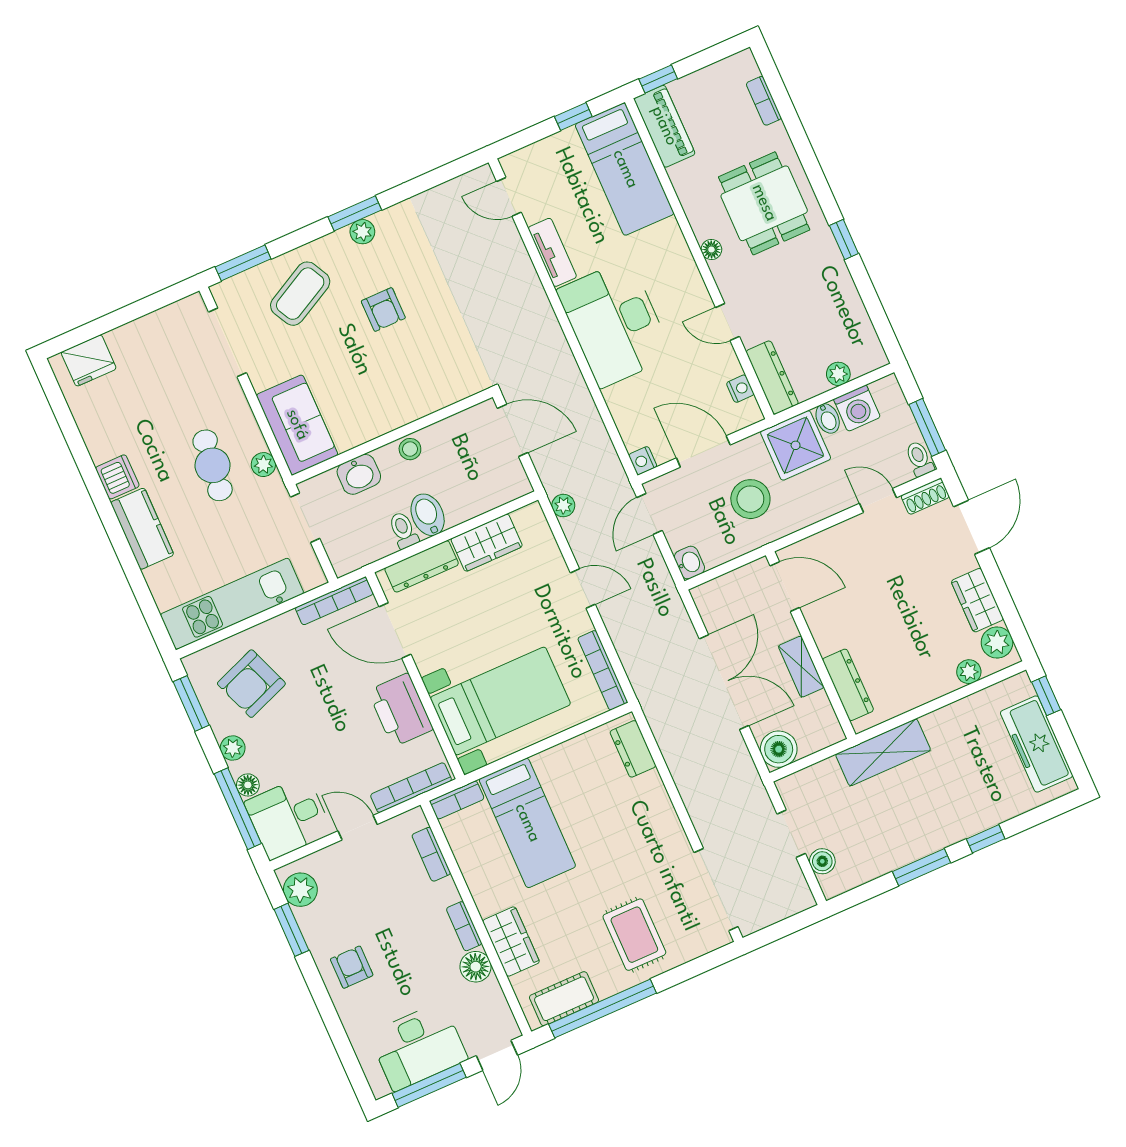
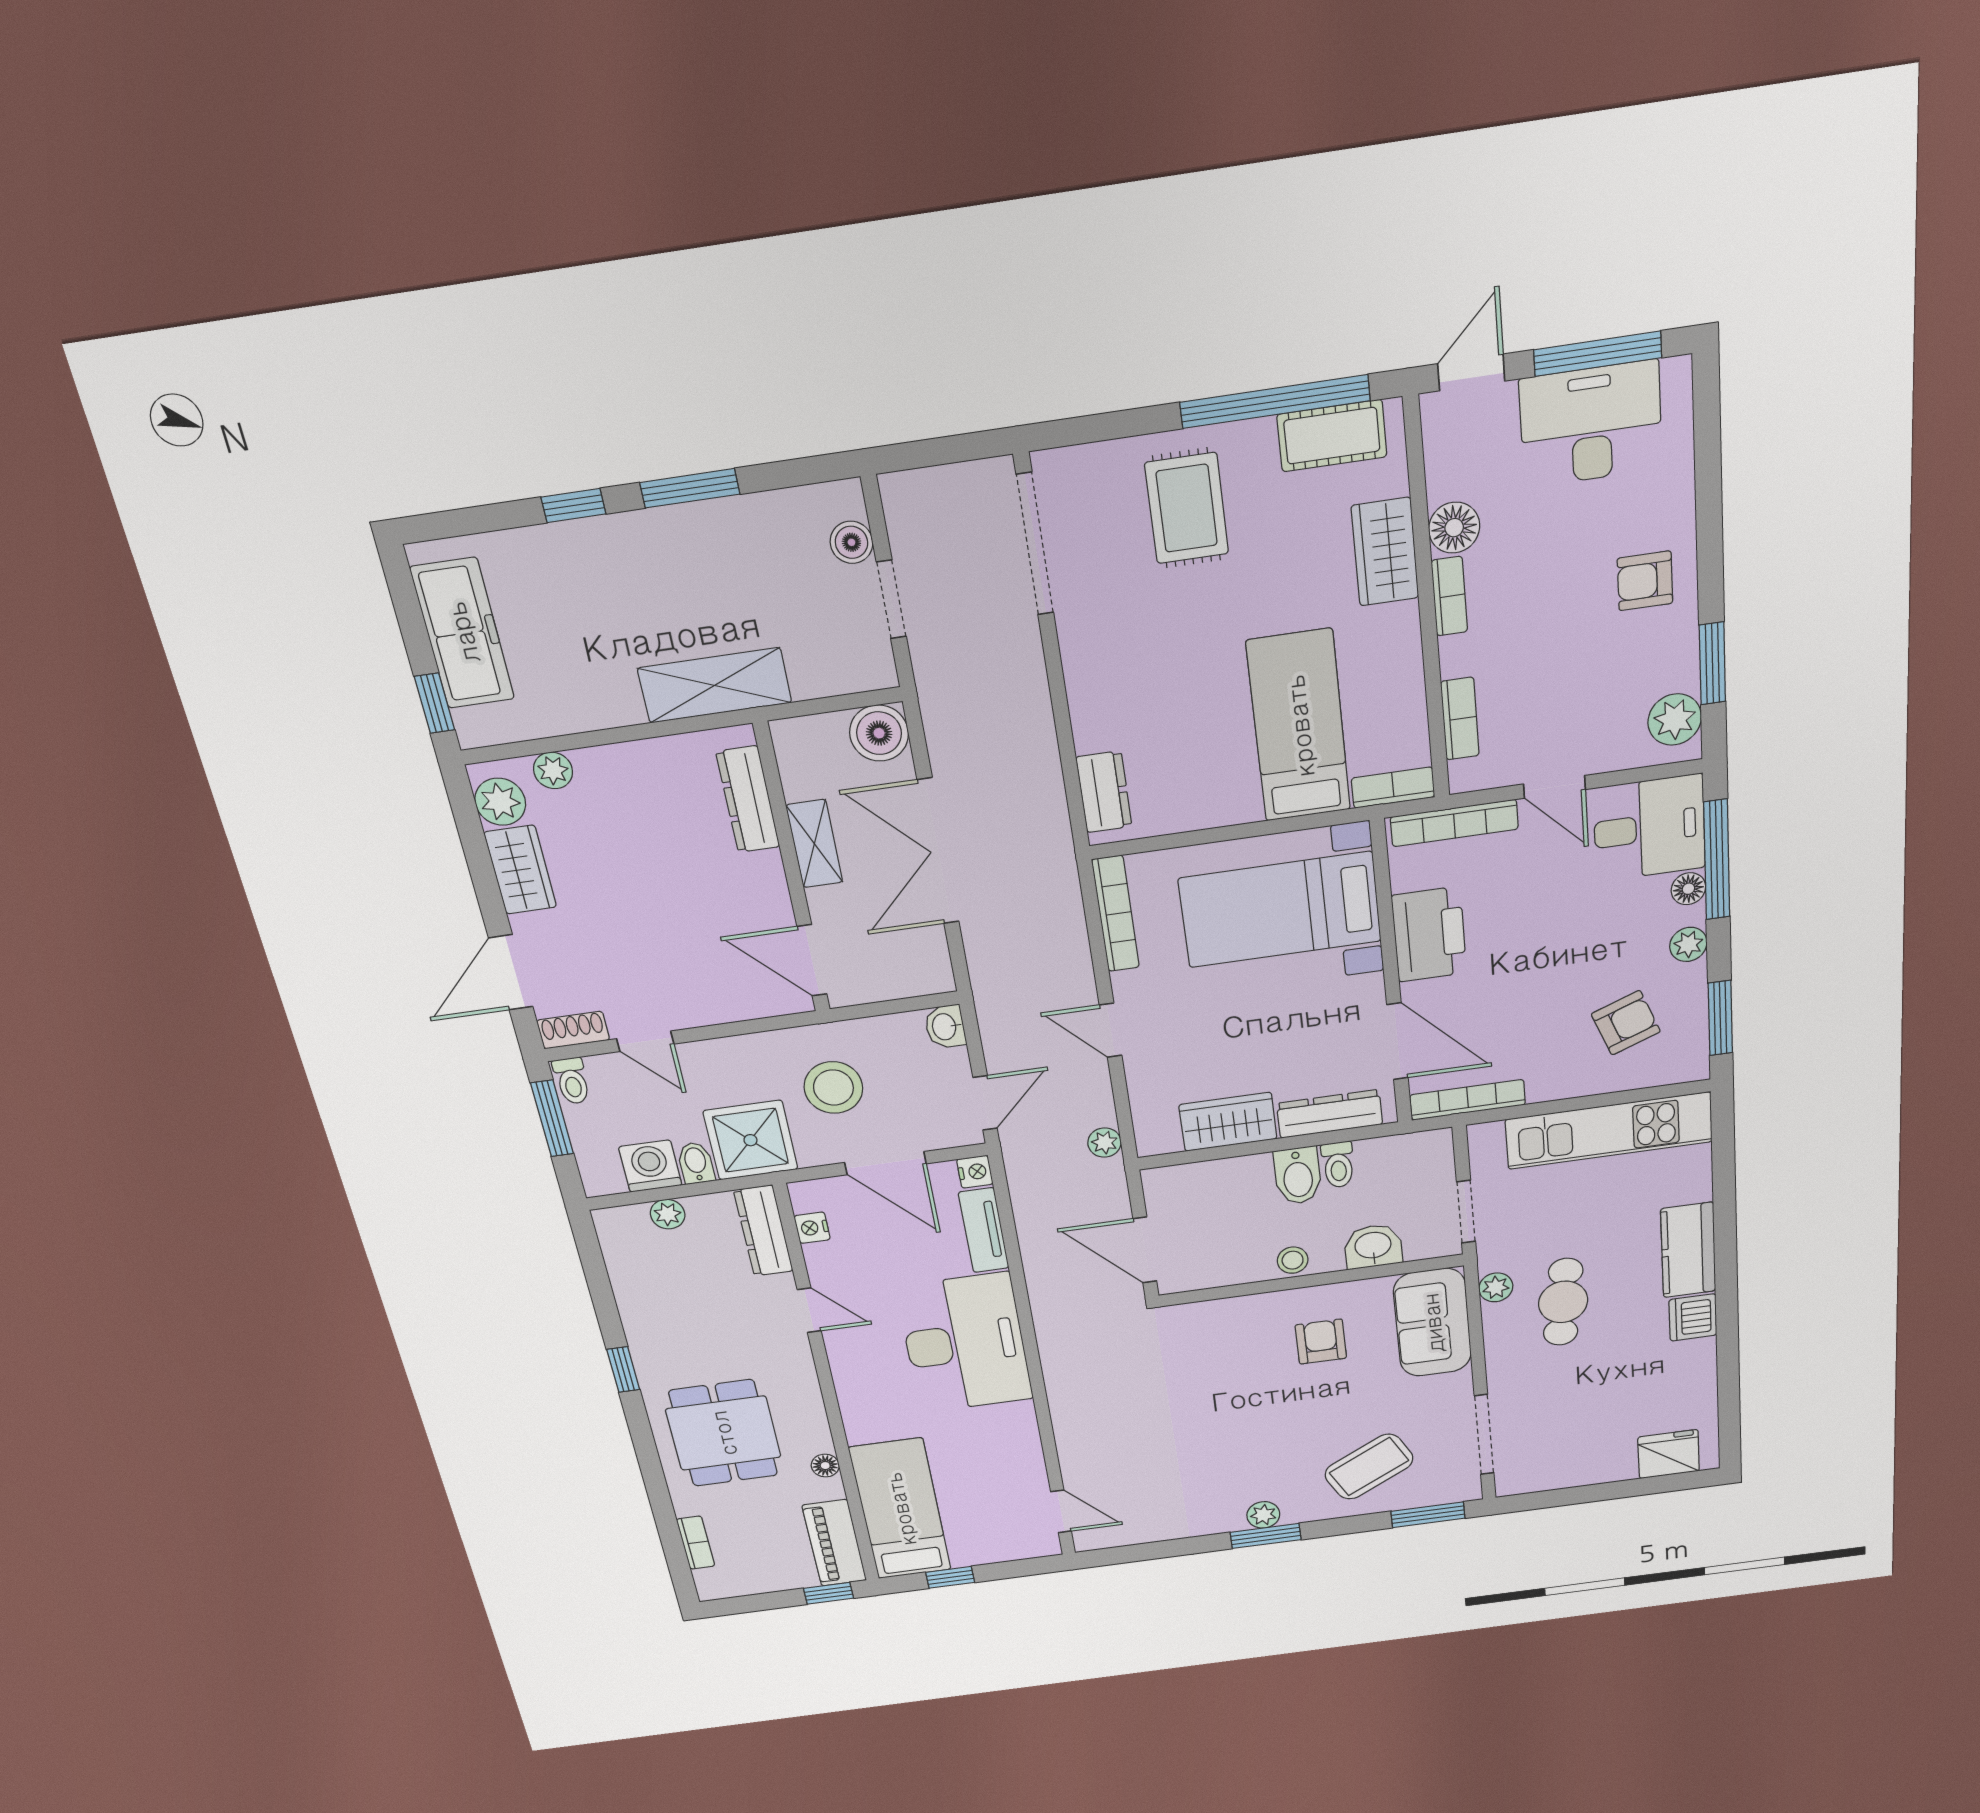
floor lamp: (711, 249) -> (825, 1466), moved
tv unit: (552, 252) -> (984, 1230), moved
armchair: (383, 309) -> (1321, 1342), moved
armchair: (251, 684) -> (1626, 1023), width x0.72, depth x0.72
armchair: (352, 967) -> (1645, 581), turned 90

